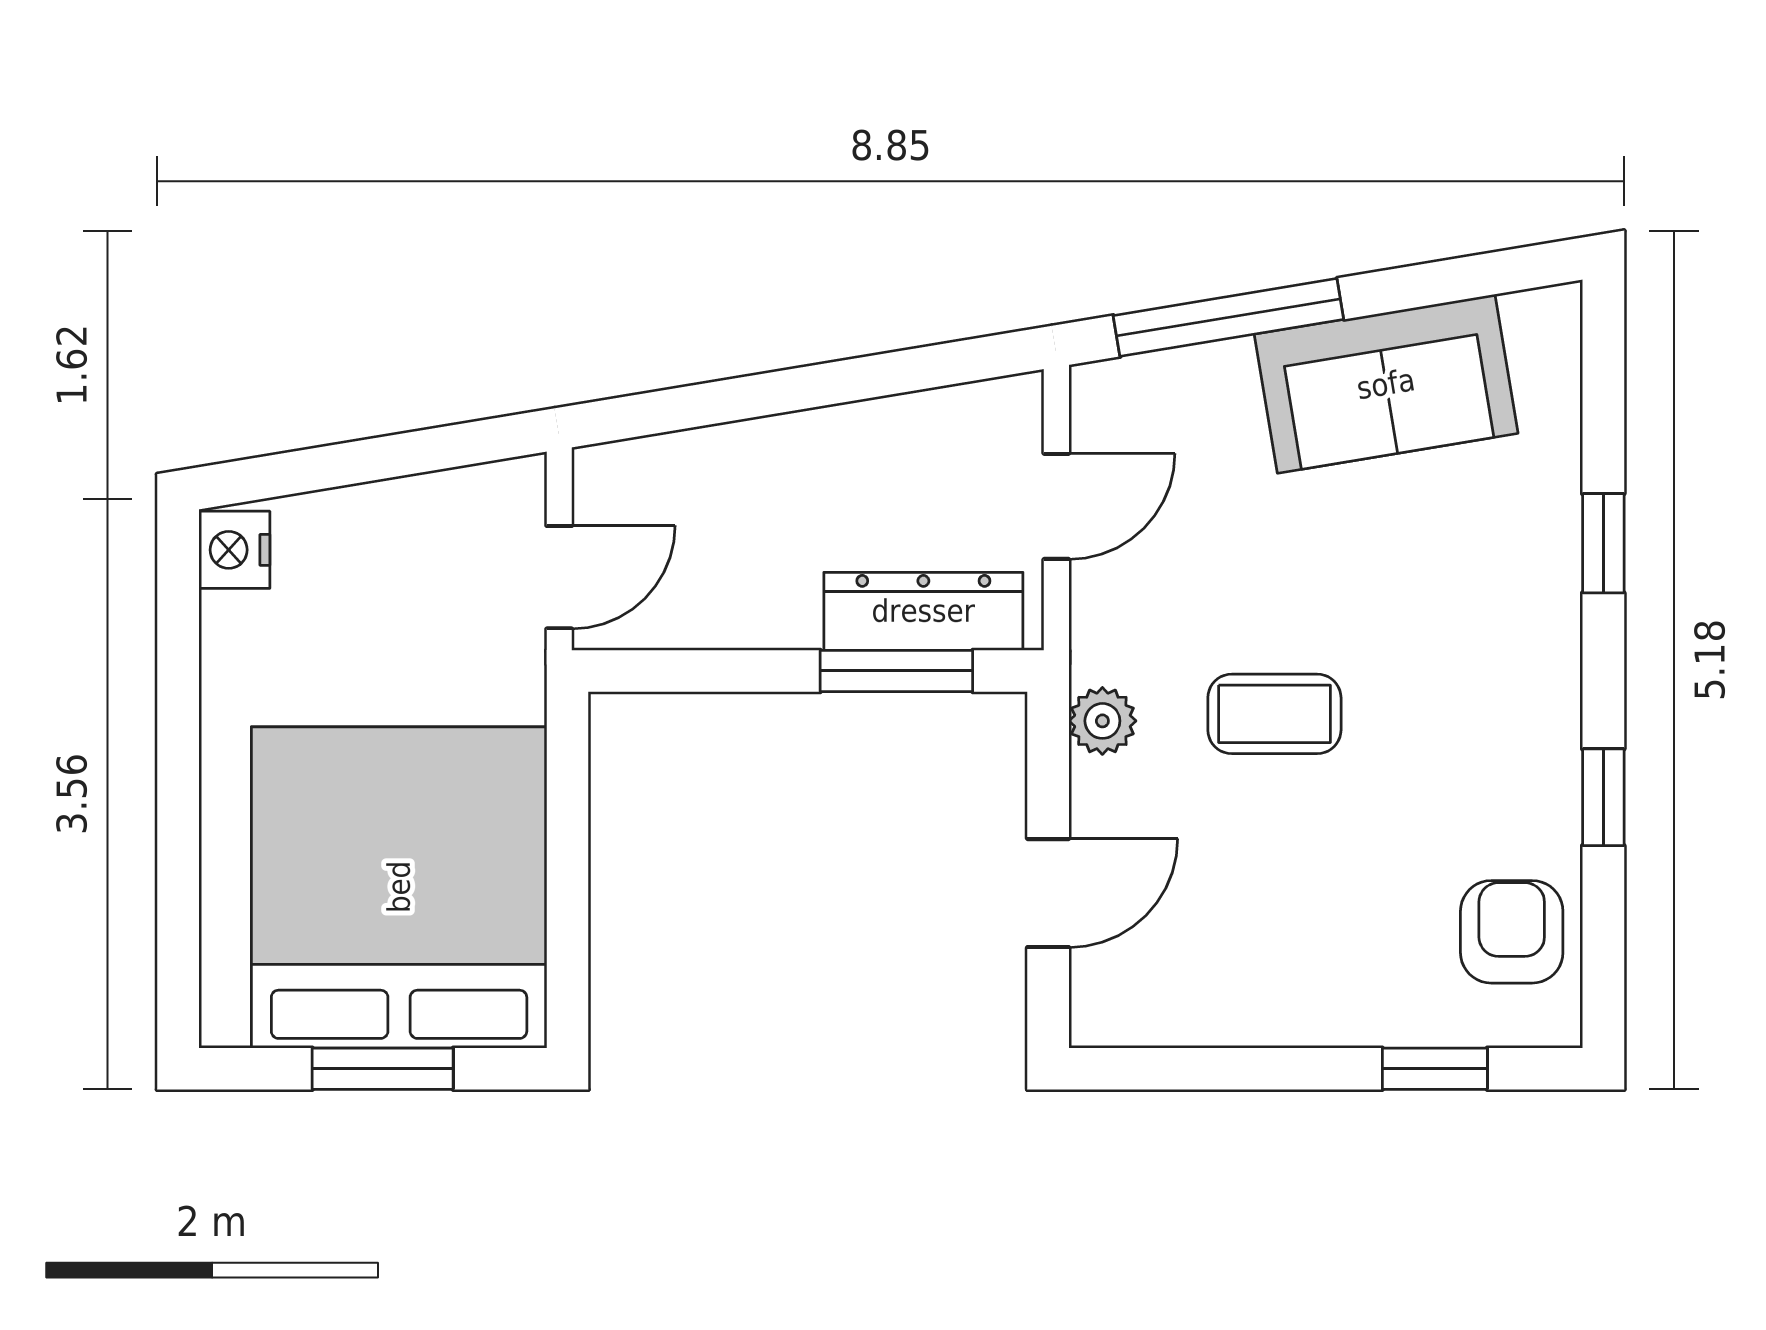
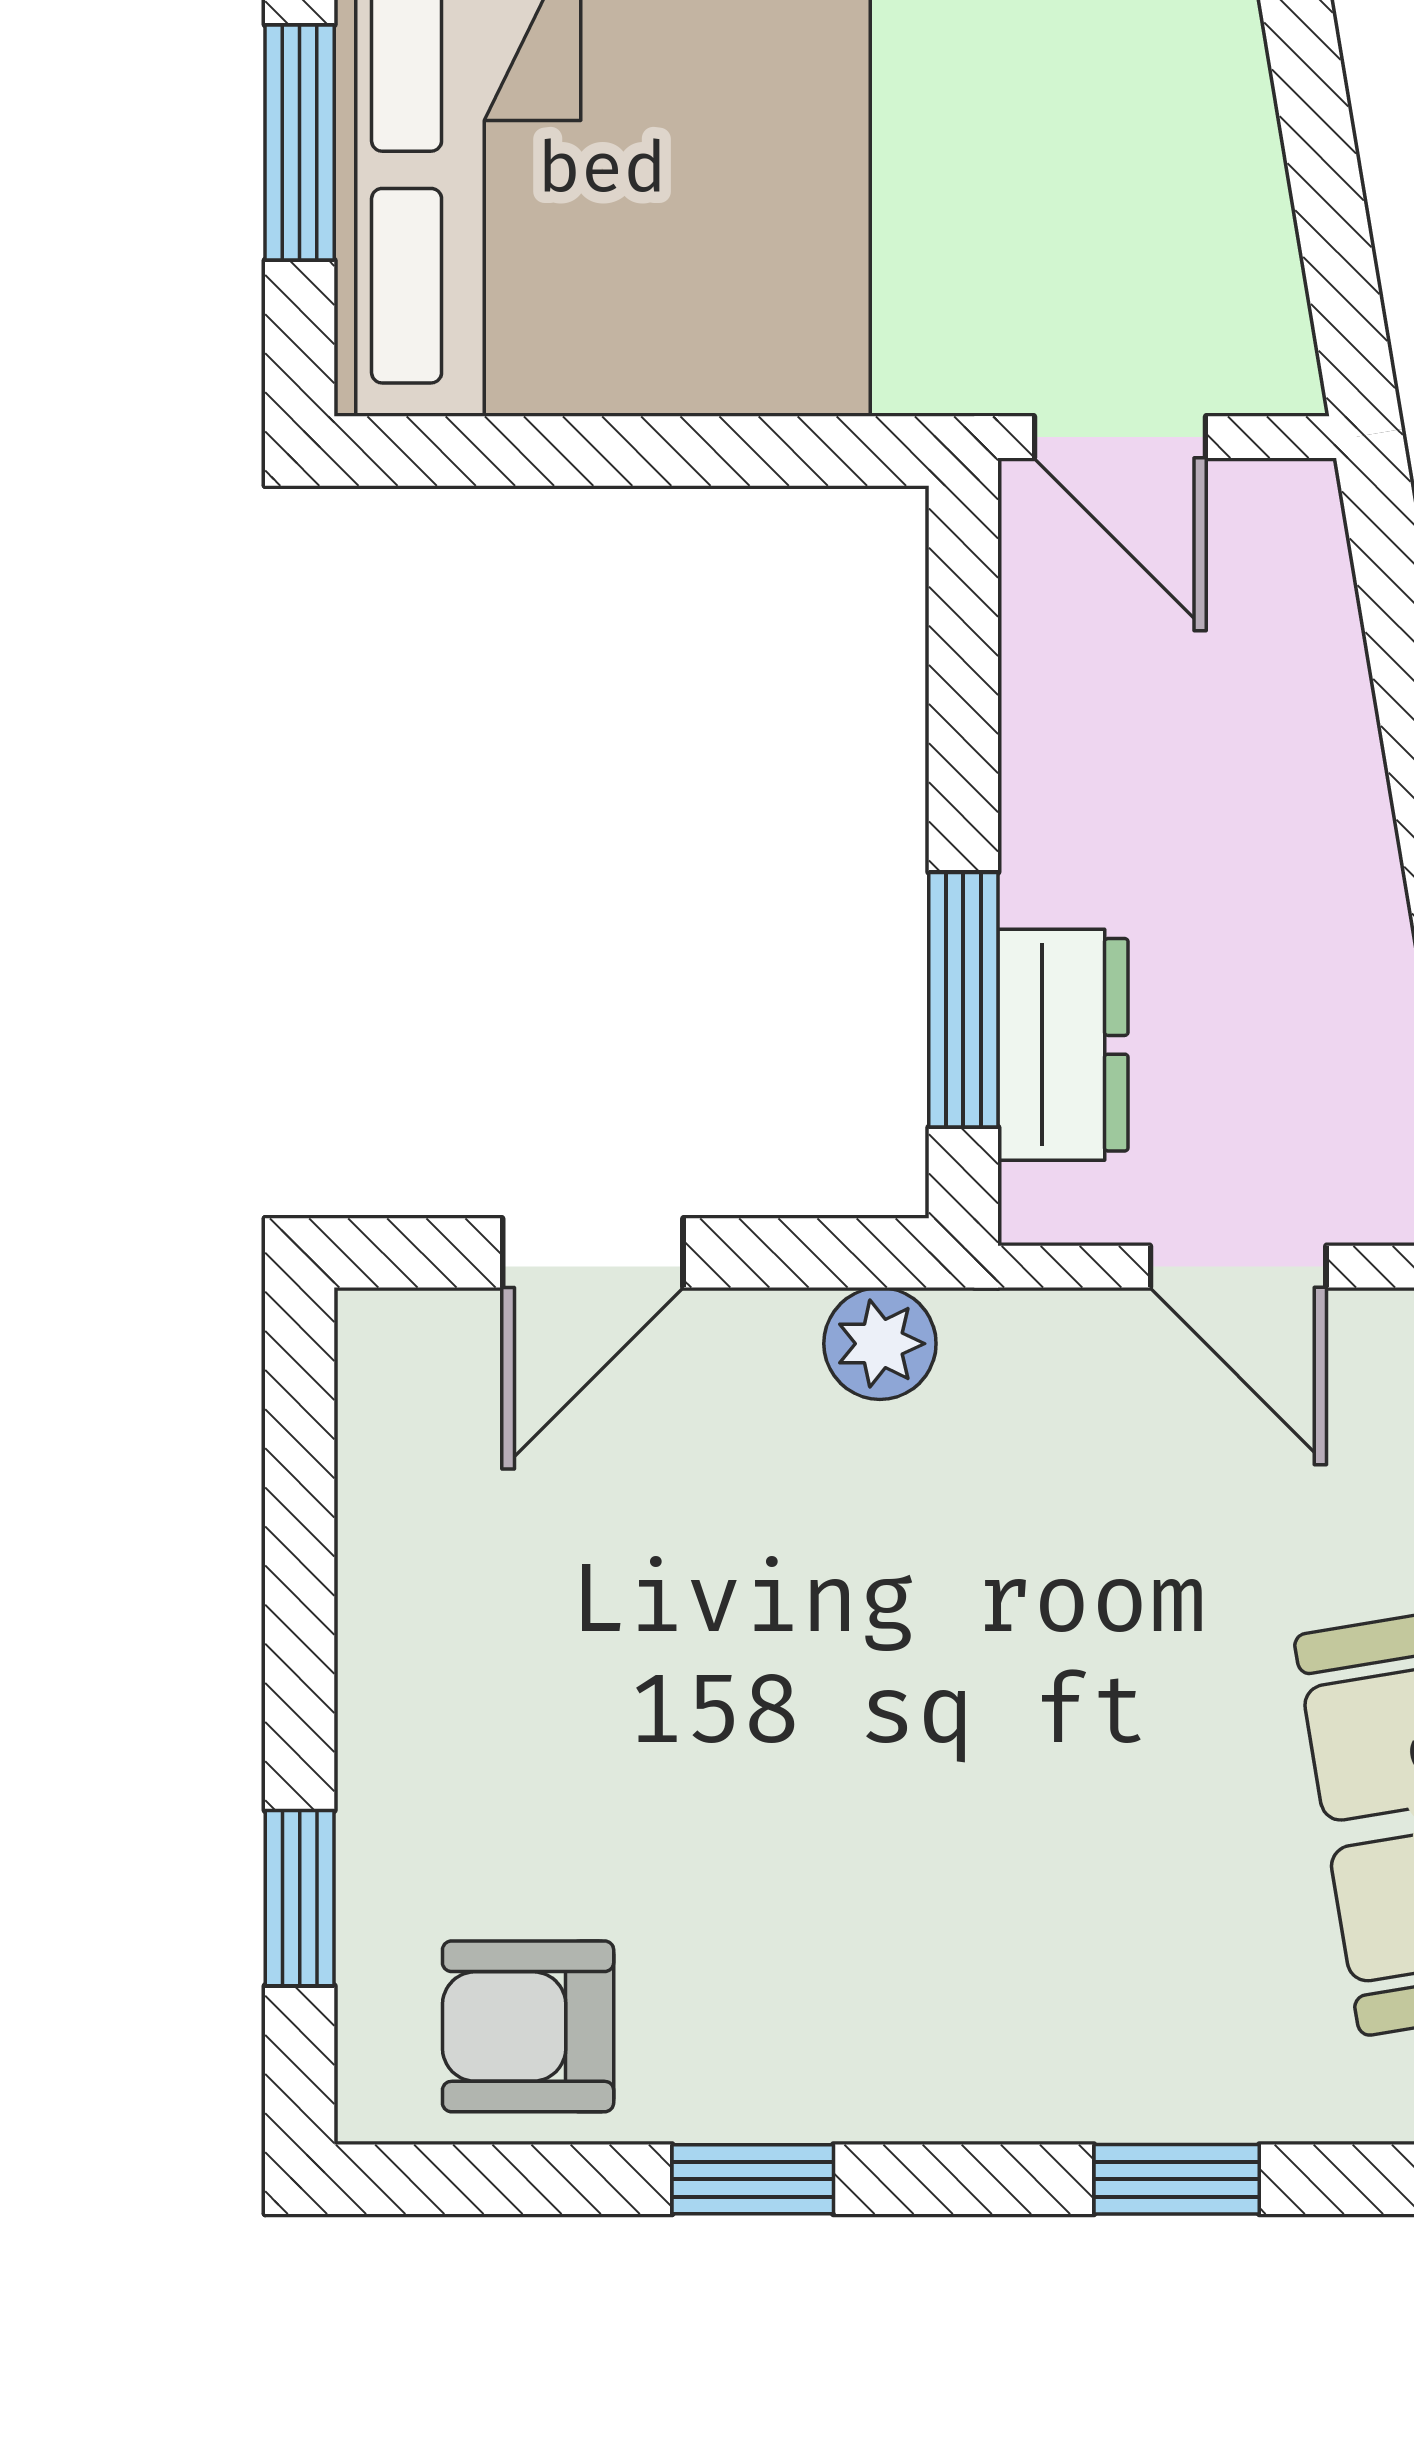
dresser: (923, 611) -> (1063, 1045), width x0.70
coffee table: (1274, 714) -> (892, 1631), removed
door: (1048, 893) -> (593, 1253), hinge flipped
armchair: (1512, 932) -> (528, 2026), turned 180

